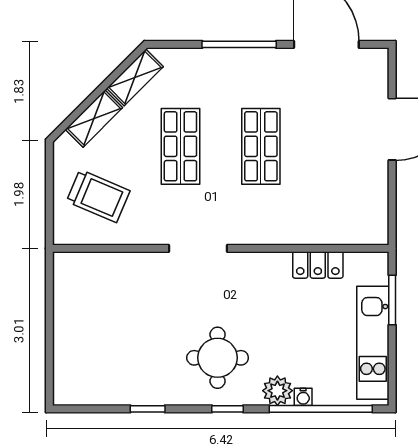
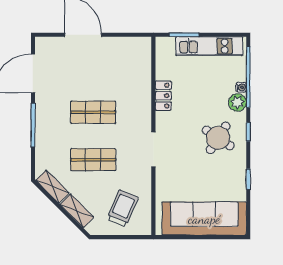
locker: (318, 265) -> (163, 96), moved
sofa: (81, 334) -> (204, 219), added
round table: (218, 358) -> (218, 138), turned 33

